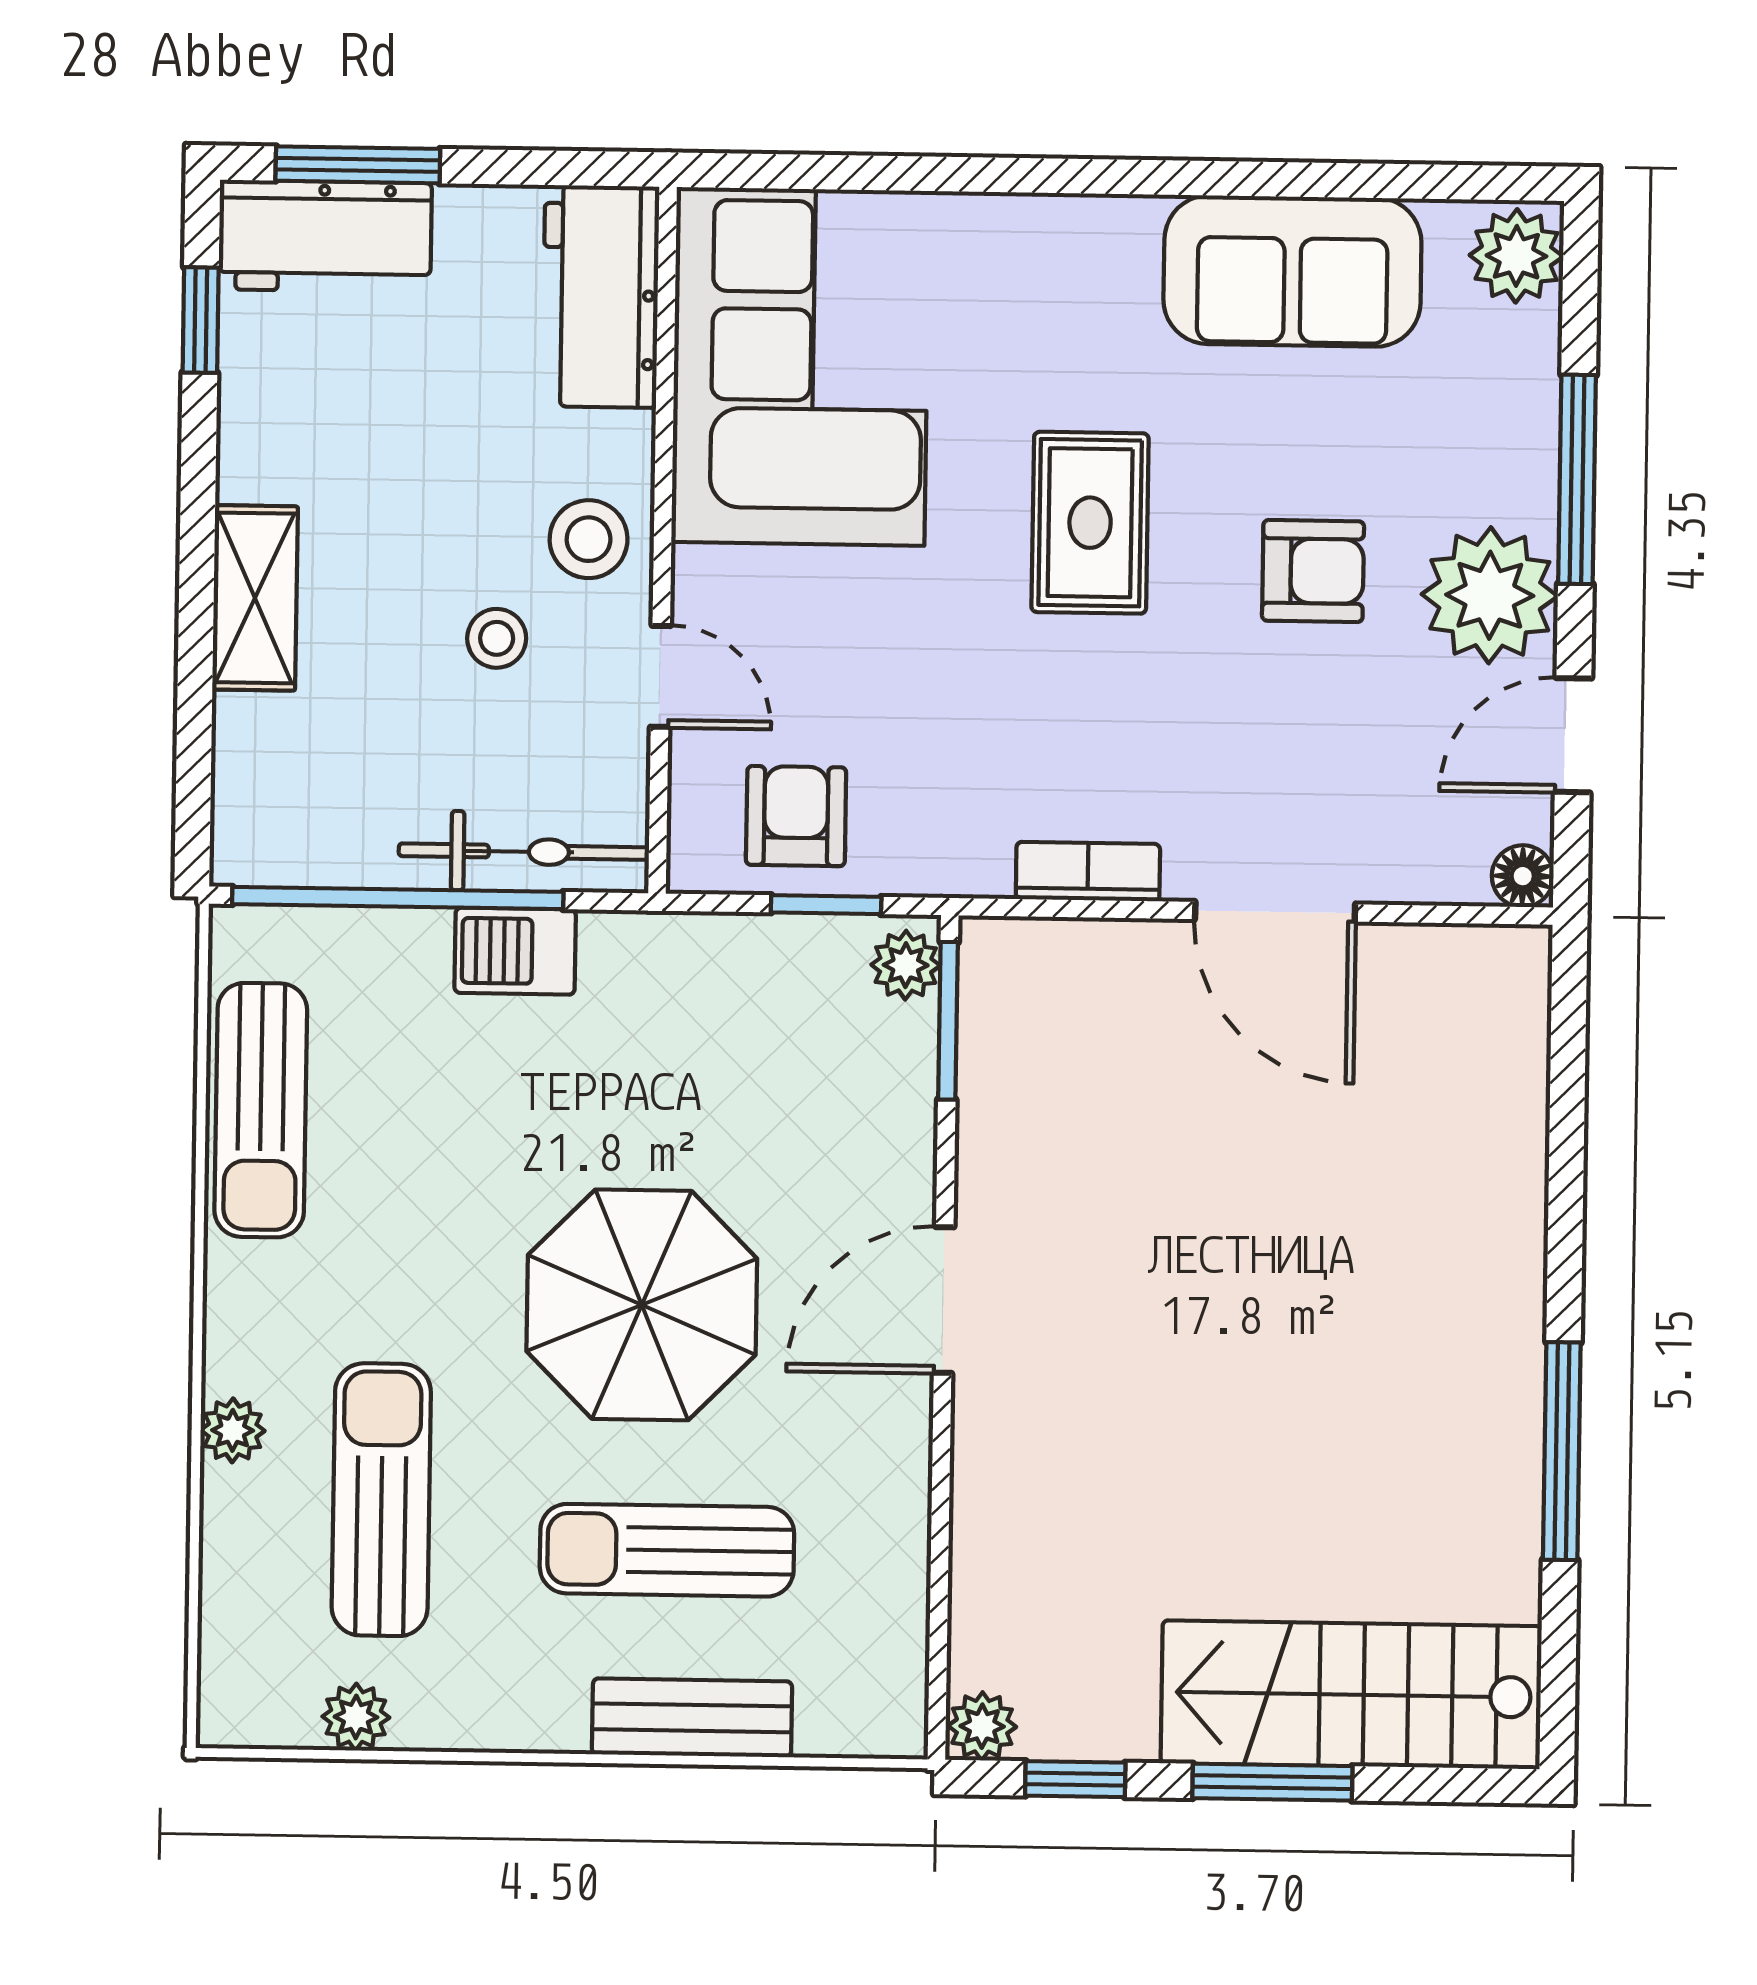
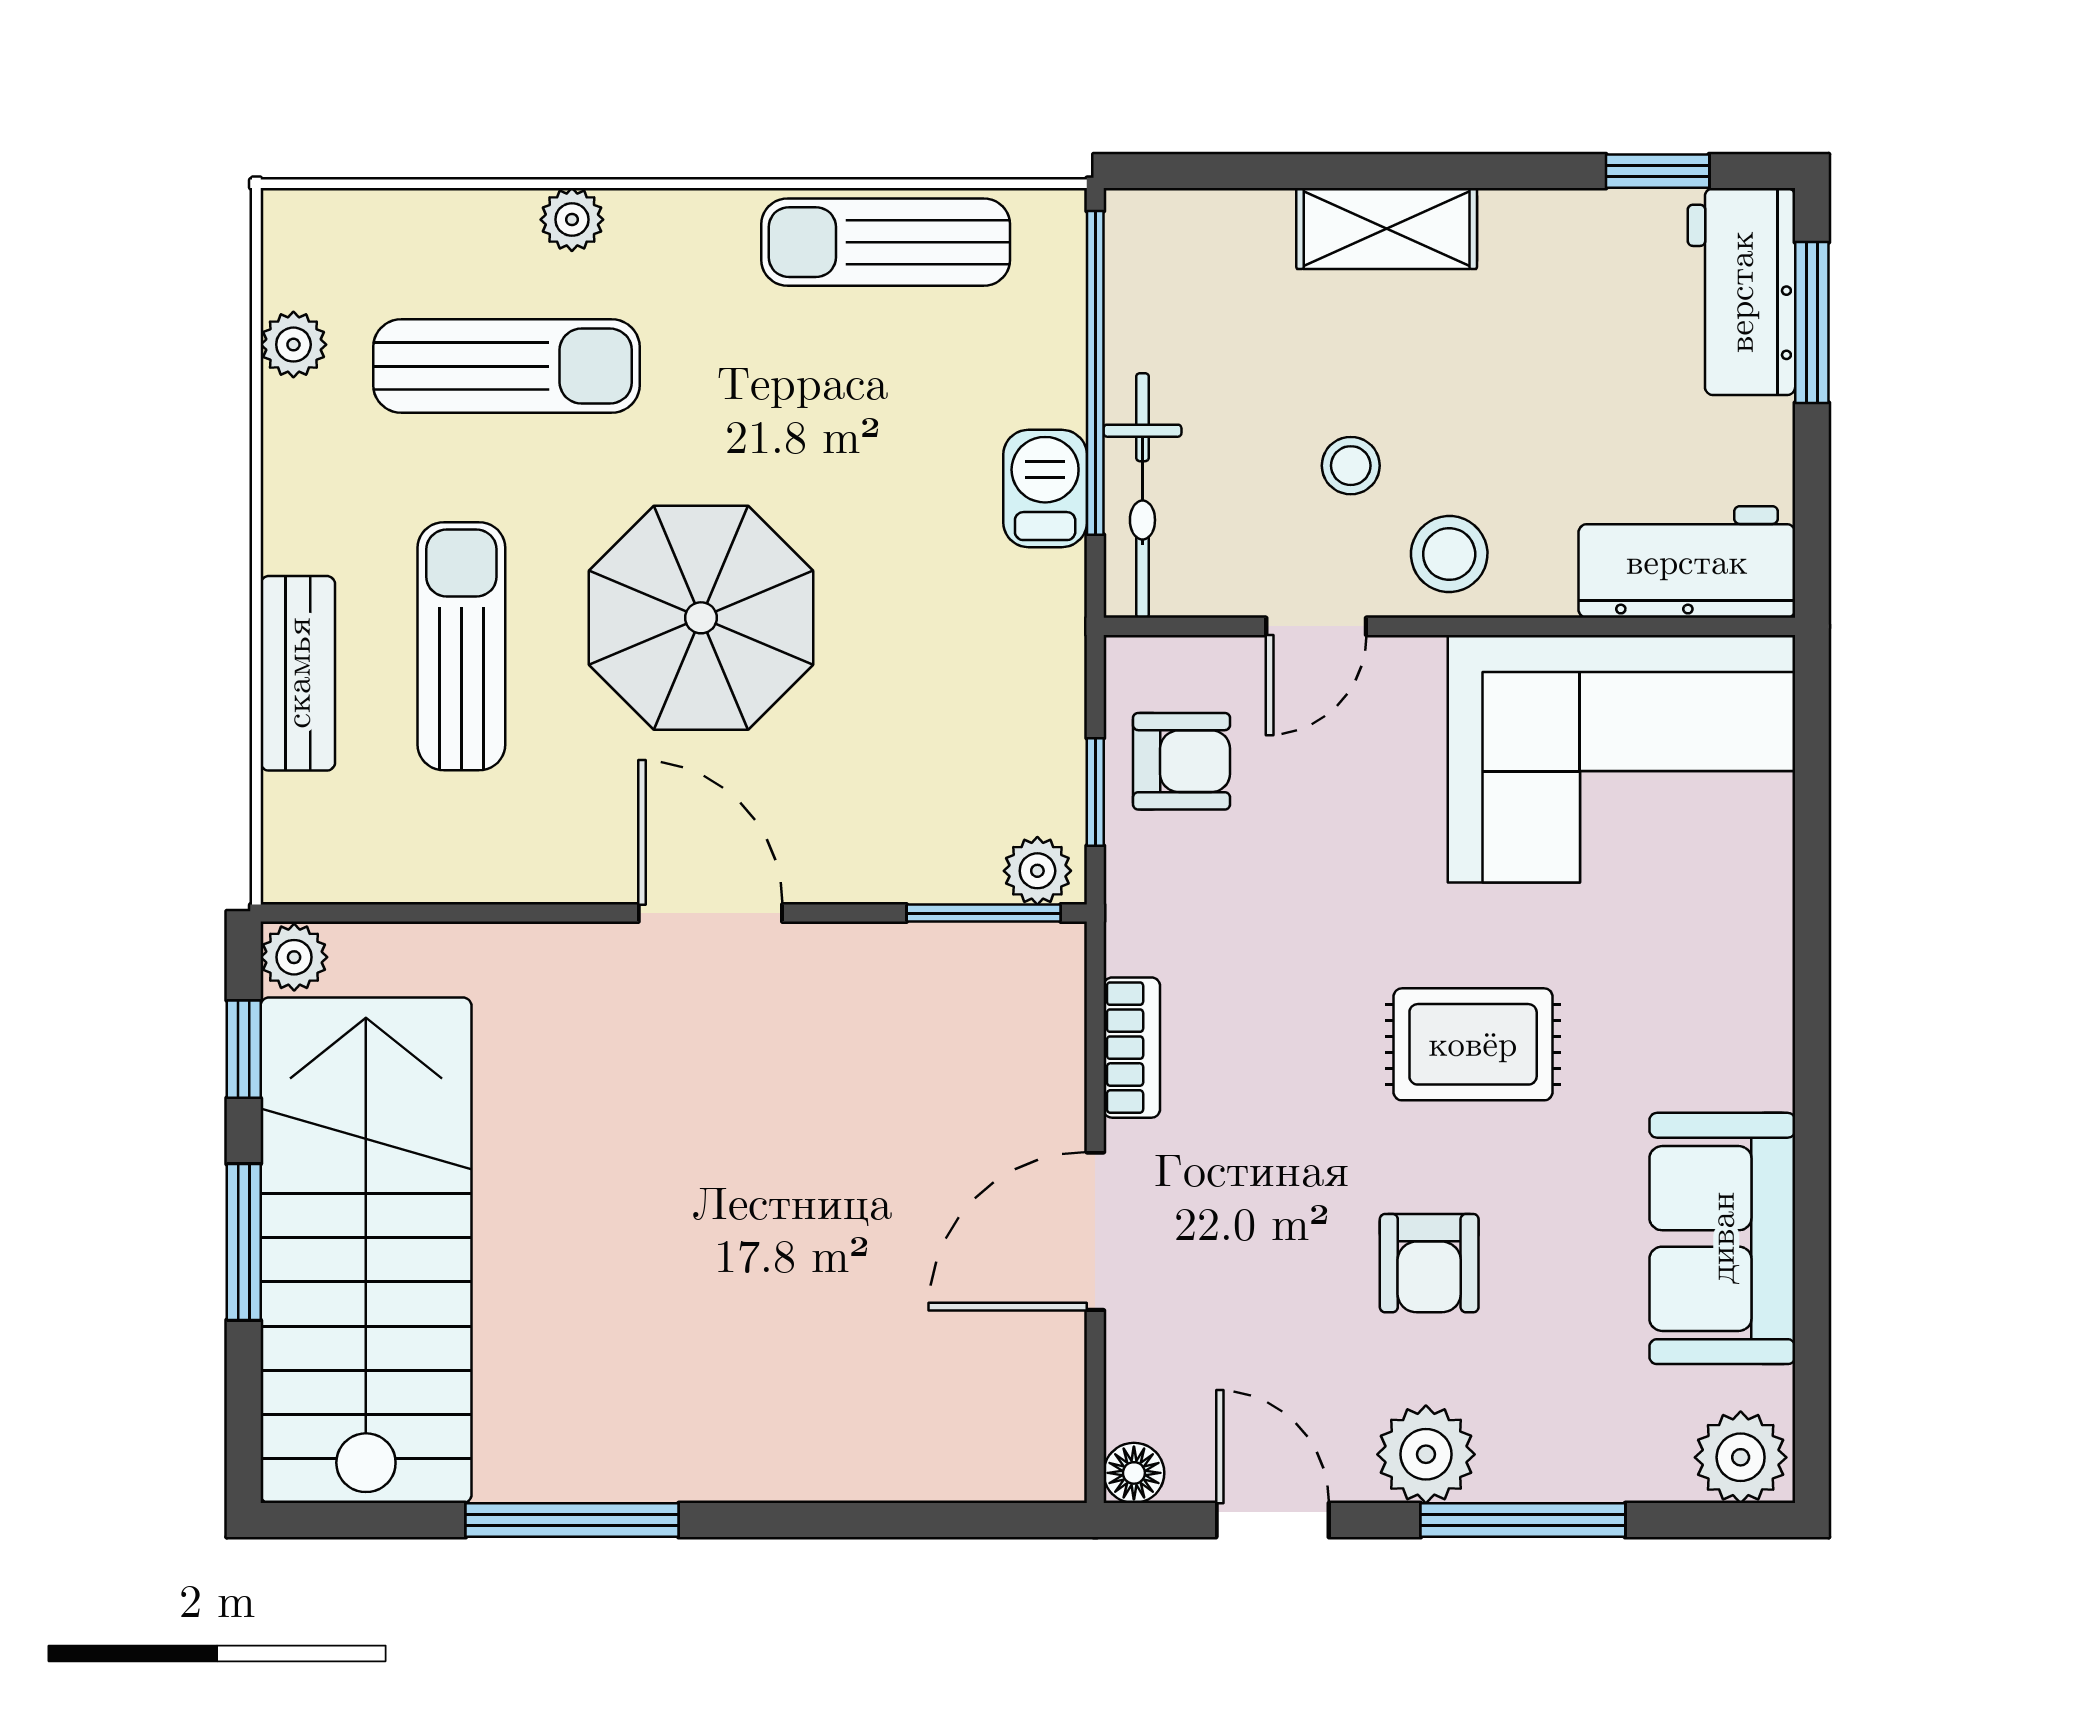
plant: (1490, 595) -> (1426, 1454), width x0.73, depth x0.73
stairs: (1351, 1695) -> (366, 1250), width x1.36, depth x1.51

